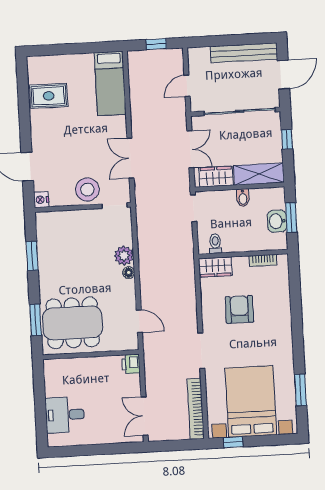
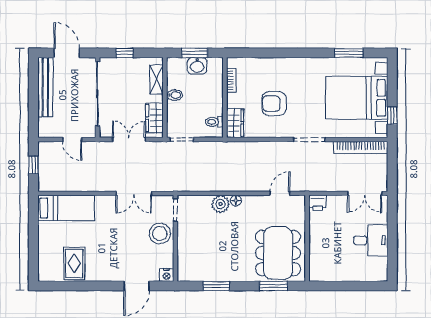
shelving: (259, 174) -> (156, 80), width x0.67, depth x0.75
desk: (65, 415) -> (371, 240), moved, turned -90

